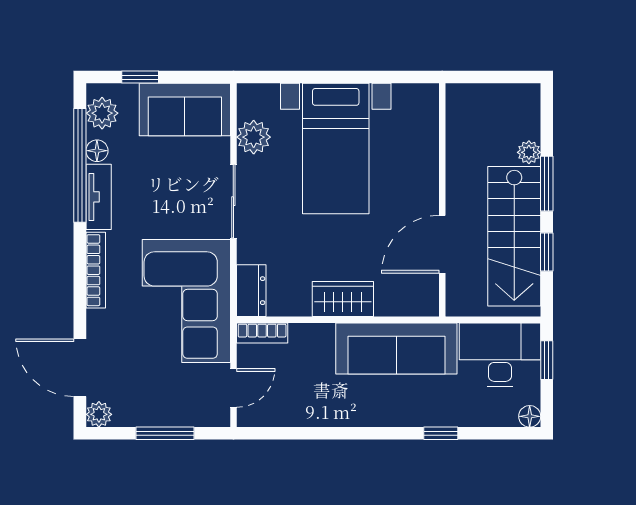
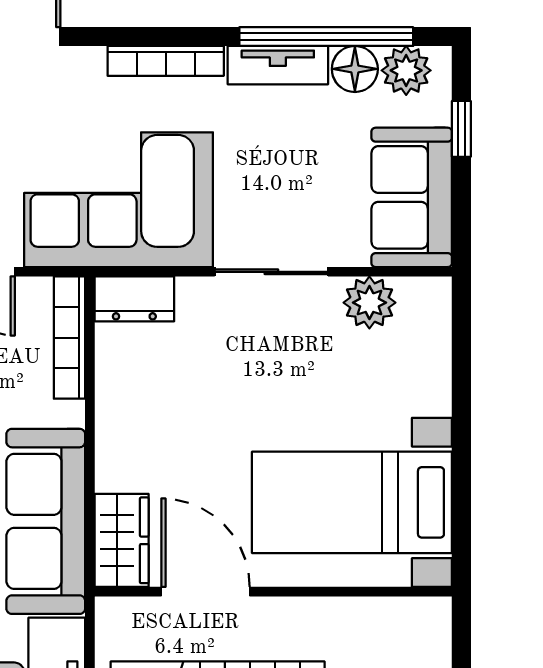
bed with nightstands: (336, 149) -> (352, 502), moved
floor lamp: (97, 151) -> (355, 69), width x1.37, depth x1.37
wardrobe: (343, 299) -> (122, 540), moved
bookcase: (262, 333) -> (69, 338), width x1.56

